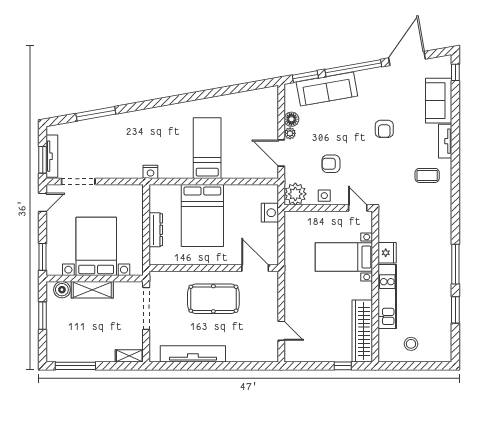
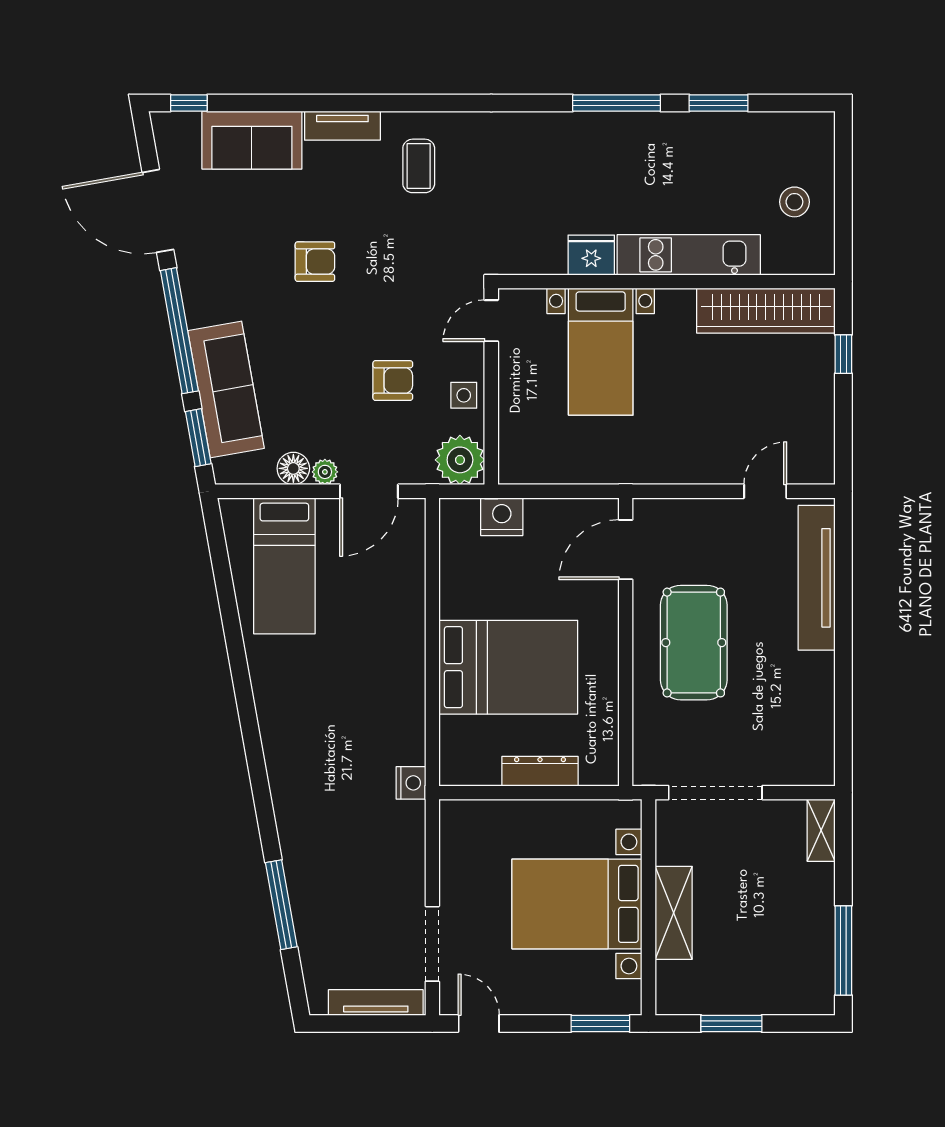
bed: (207, 148) -> (284, 566), moved, turned -90
window: (43, 160) -> (384, 1024), removed
armchair: (331, 164) -> (393, 381), turned -90
boiler: (62, 290) -> (674, 980), removed
tv unit: (193, 354) -> (817, 578), moved

